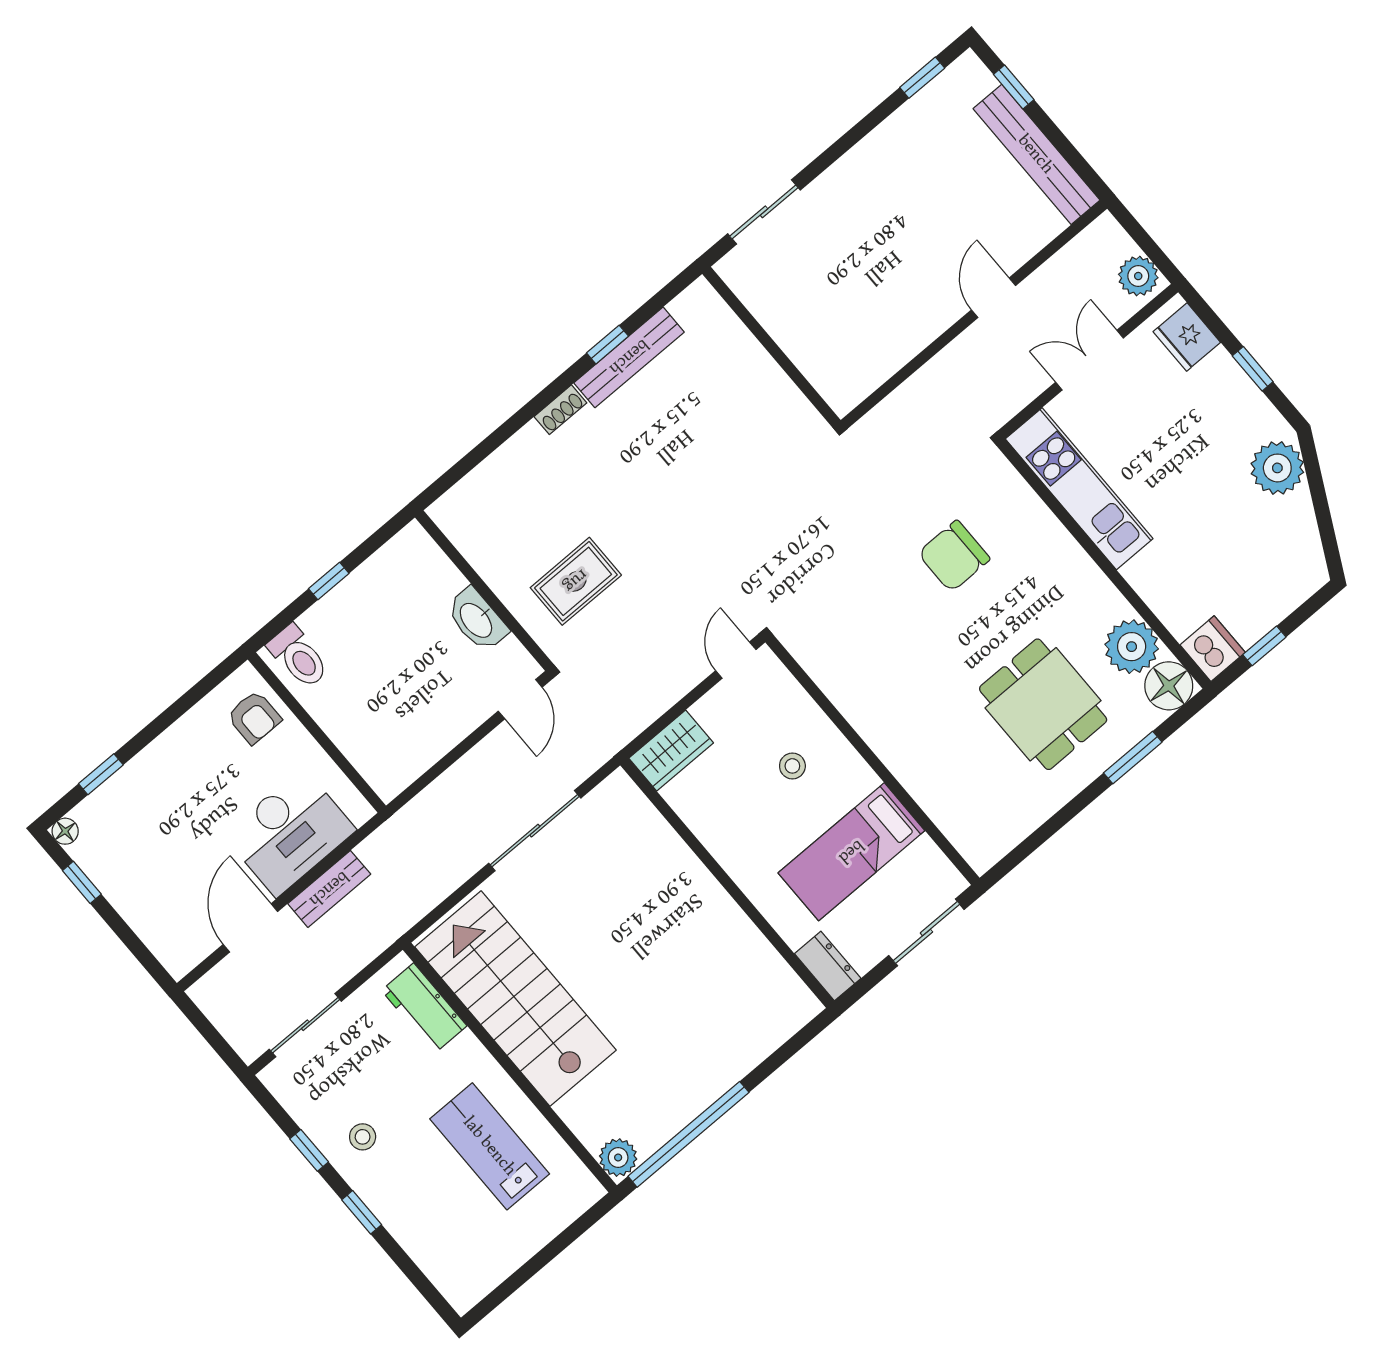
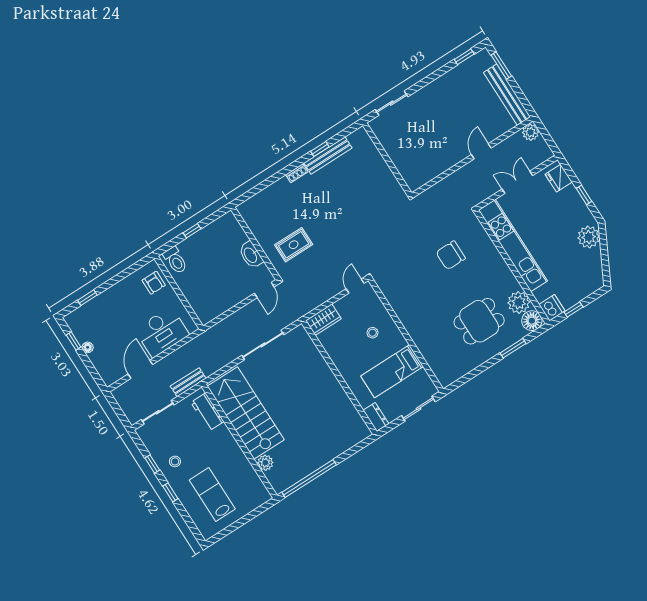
window: (1014, 87) -> (501, 66), width x1.50
plant: (1138, 276) -> (531, 132), moved
kitchen unit: (1079, 489) -> (513, 245), width x1.36
dining table: (1043, 704) -> (479, 321), turned 90
floor lamp: (65, 831) -> (88, 347), moved
bench: (329, 889) -> (188, 382), moved
lab bench: (490, 1146) -> (212, 495), moved
plant: (618, 1158) -> (265, 463), moved

